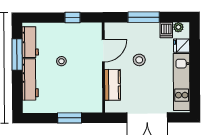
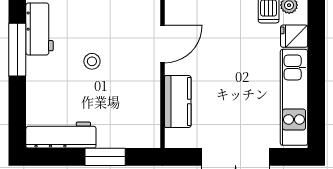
stool: (139, 60) -> (223, 60), removed
workbench: (30, 79) -> (61, 135), moved, turned -90

